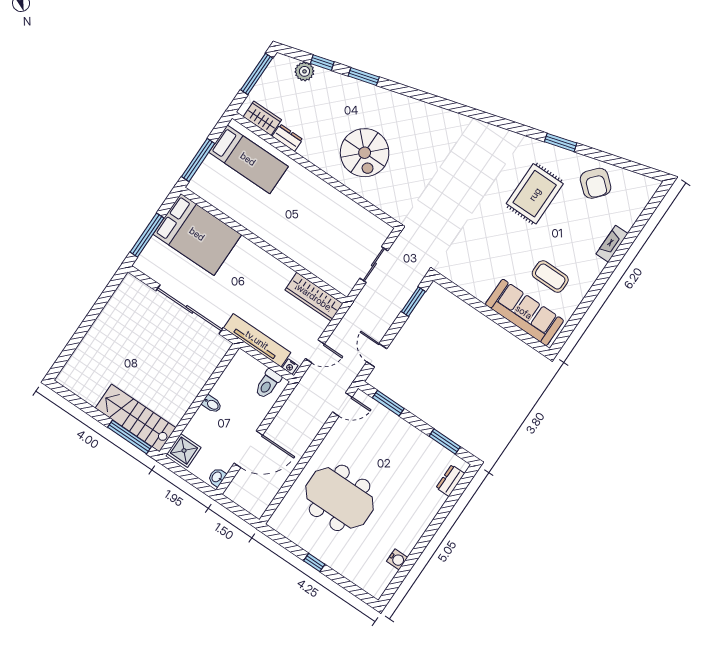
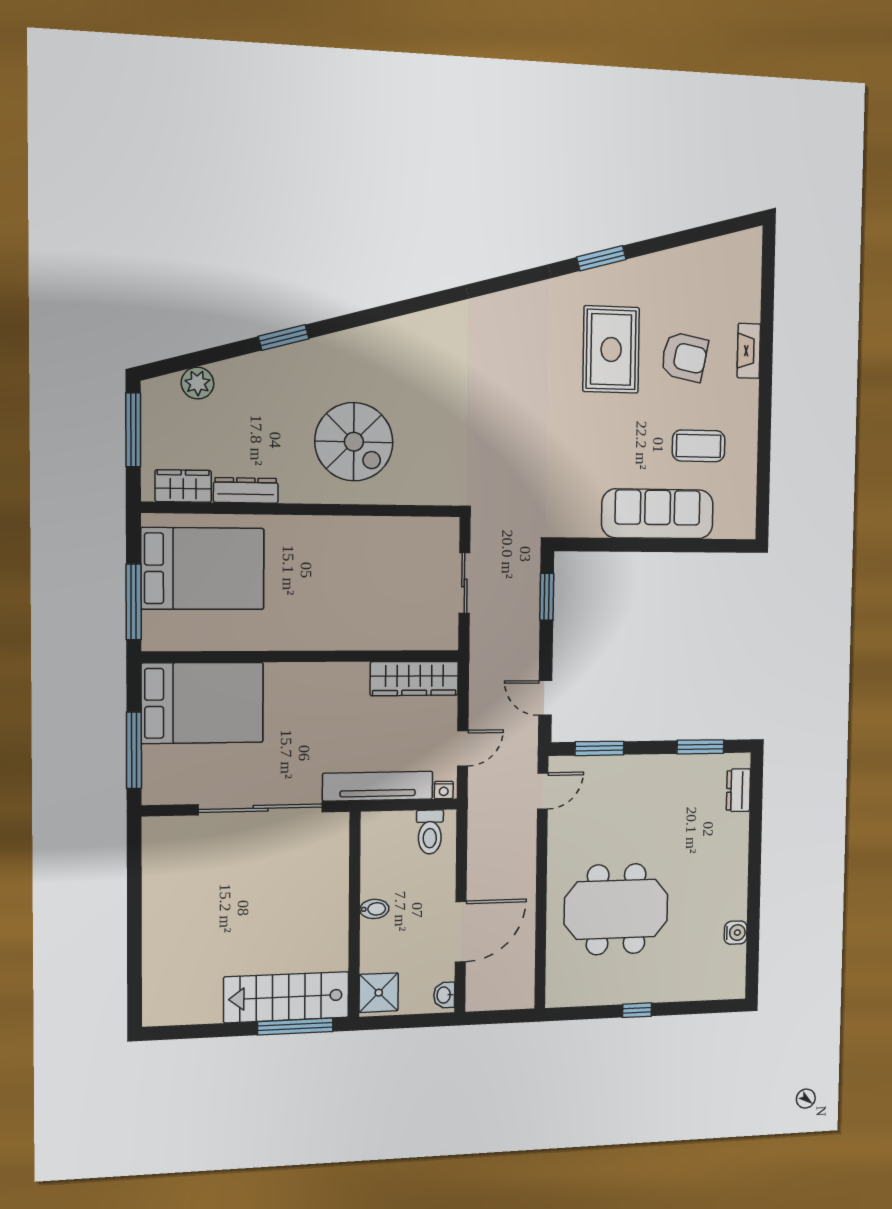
window: (322, 63) -> (214, 355), removed
dresser: (287, 138) -> (246, 490), width x1.44
bed: (248, 159) -> (203, 569), width x1.50
armchair: (596, 183) -> (684, 357), moved, turned -30
sofa: (524, 312) -> (657, 514), moved

